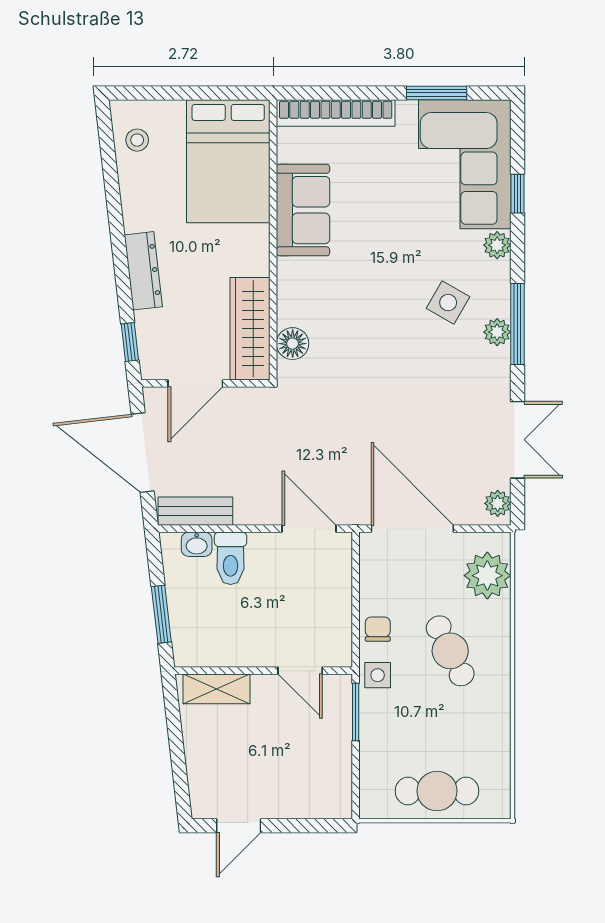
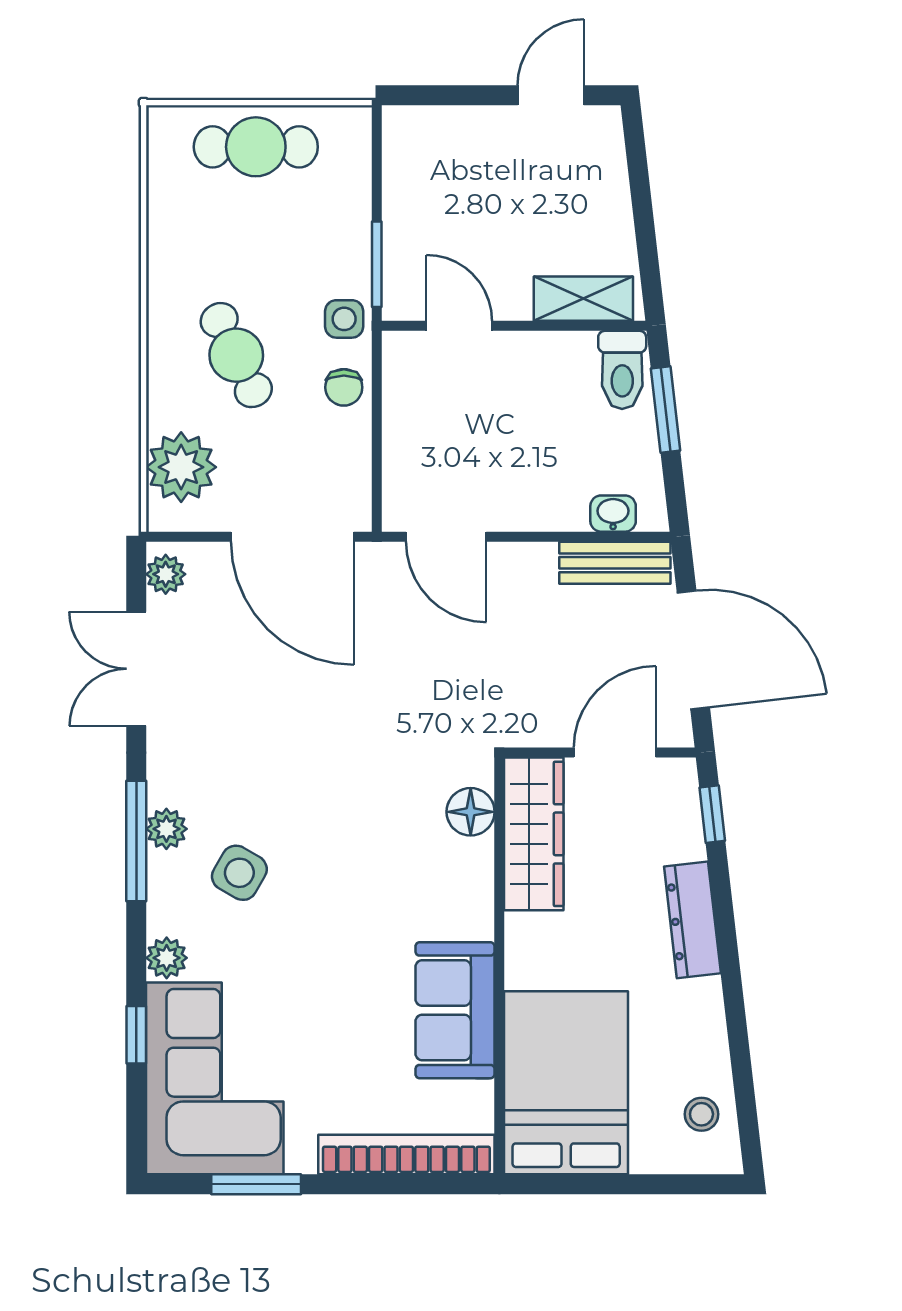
toilet: (231, 558) -> (622, 370), moved, turned 180

